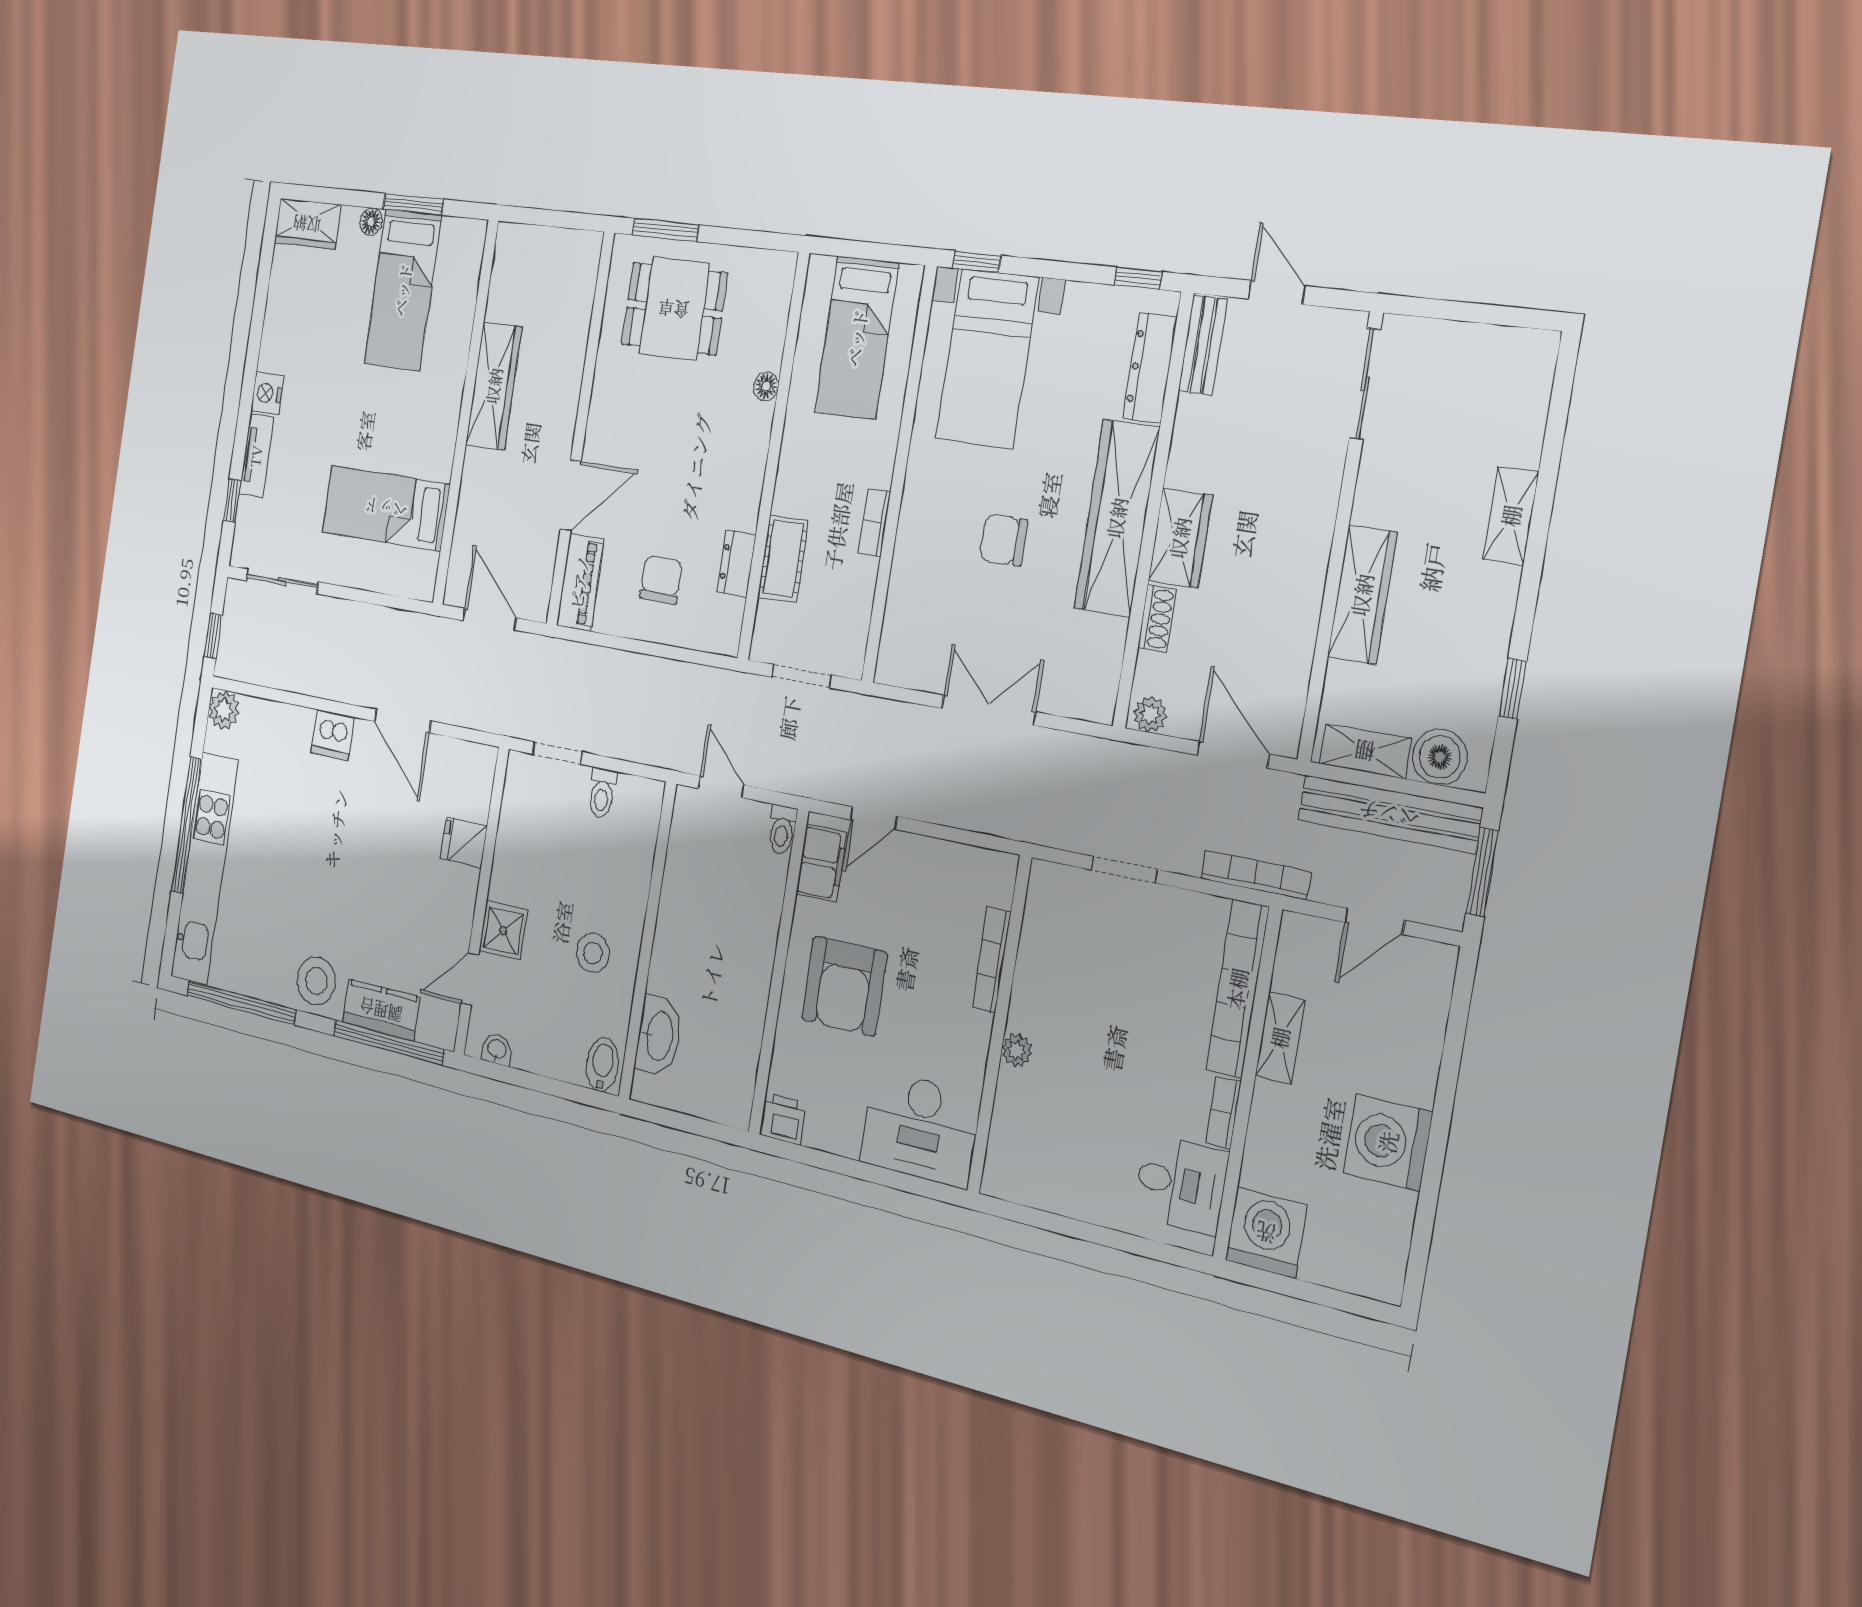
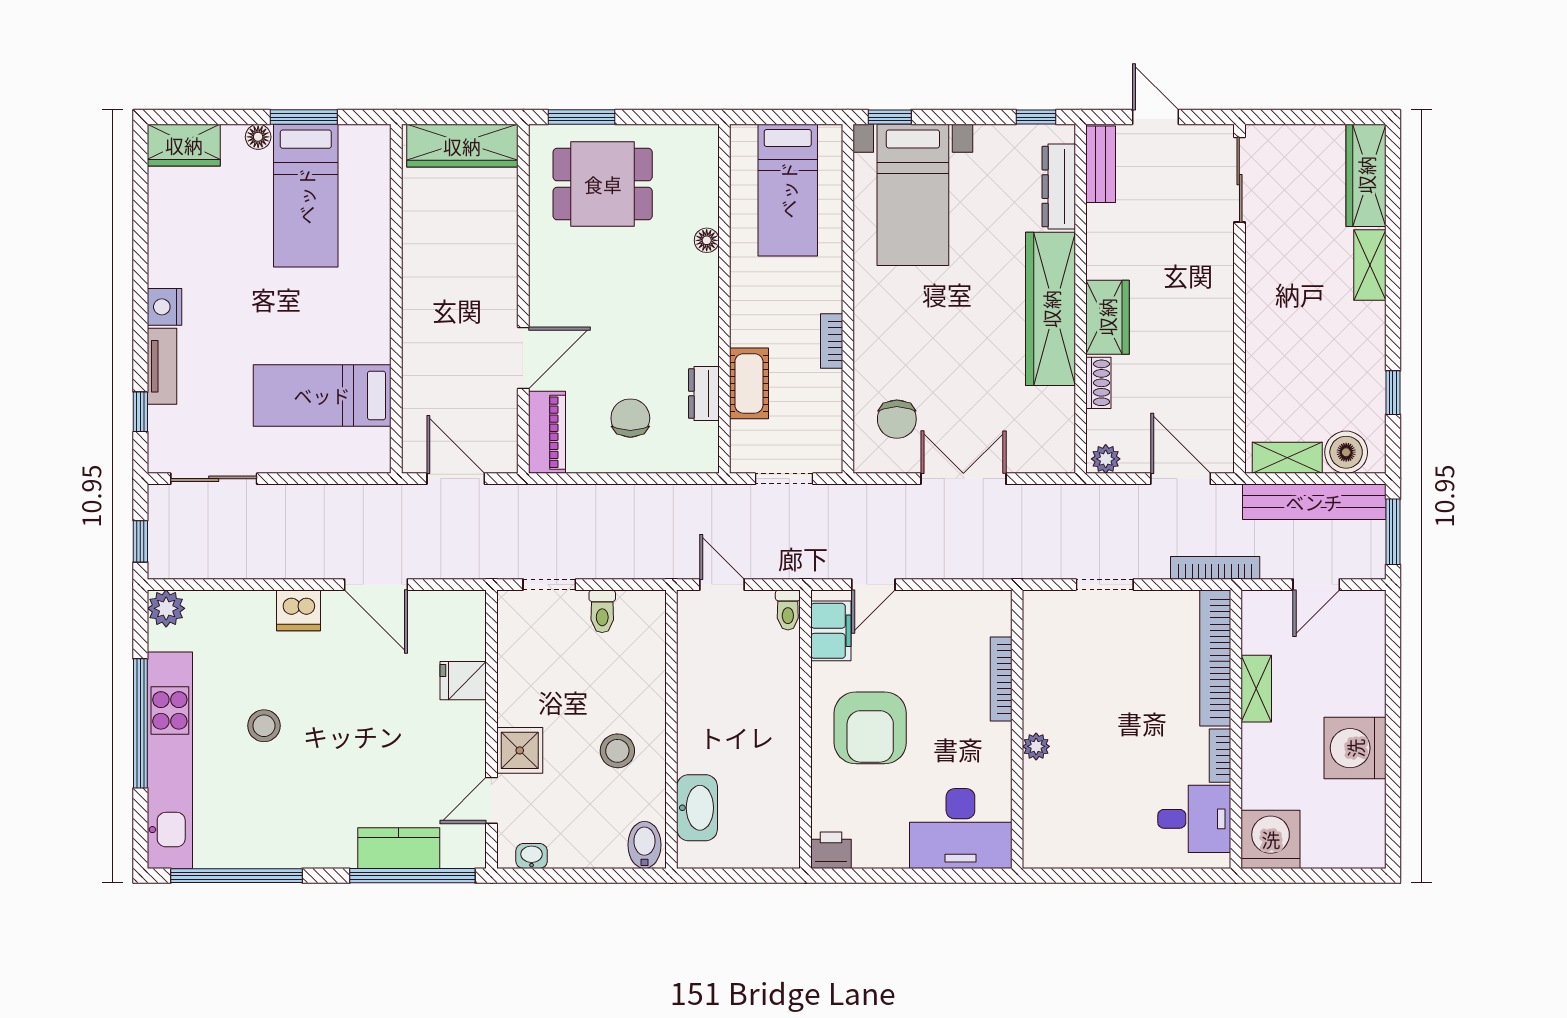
wardrobe: (494, 386) -> (462, 146), moved, turned 90
chair: (1004, 540) -> (897, 419), moved, turned -90
wardrobe: (1362, 595) -> (1366, 175), moved, turned 180
stool: (316, 981) -> (264, 726), moved, width x0.73, depth x0.73

